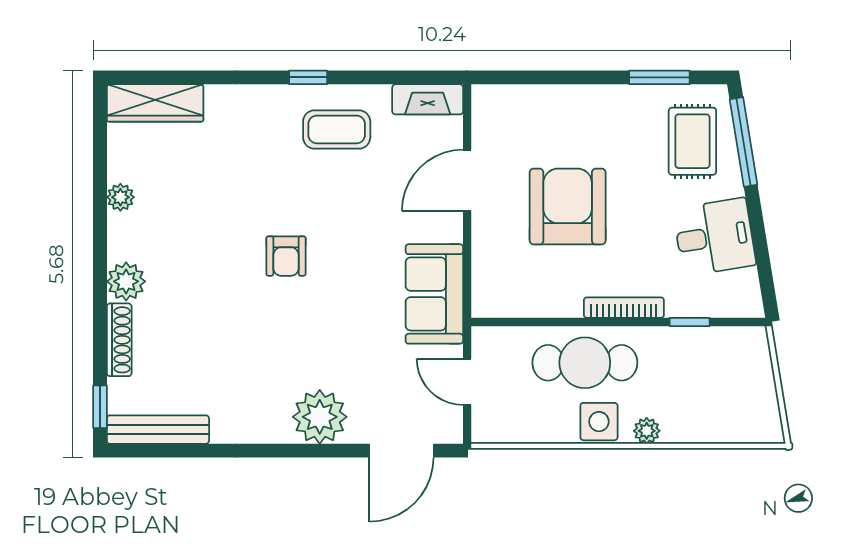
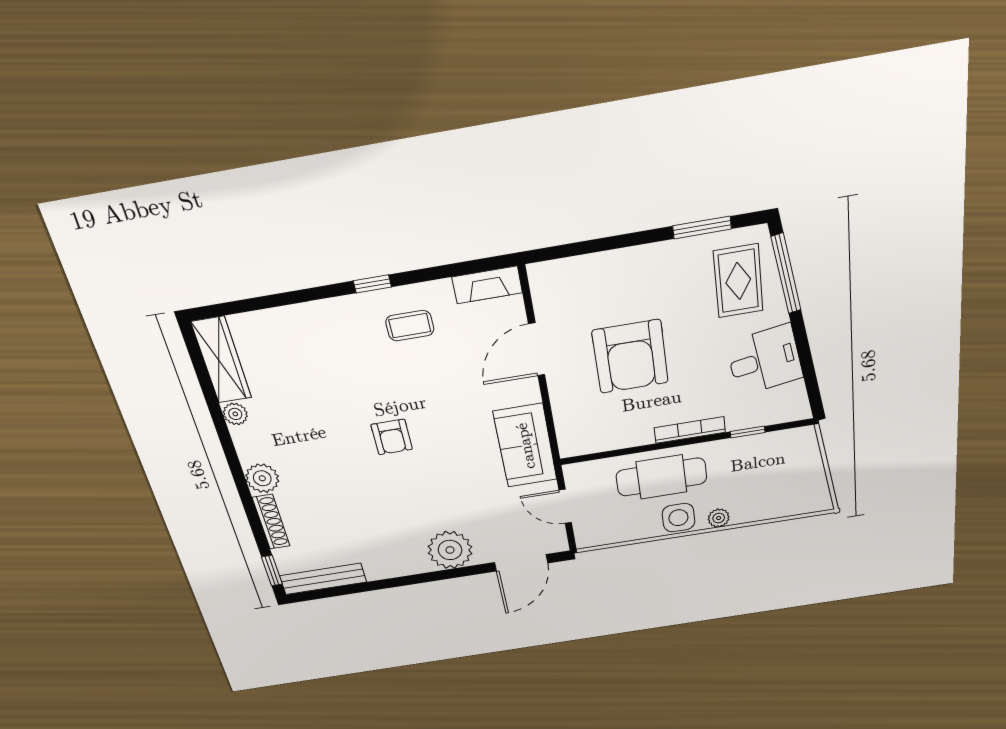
wardrobe: (155, 103) -> (221, 360), moved, turned -90
coffee table: (337, 129) -> (410, 326), width x0.73, depth x0.77
armchair: (568, 207) -> (630, 357), turned 180

